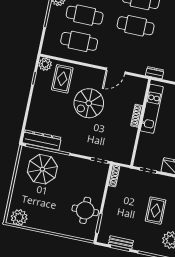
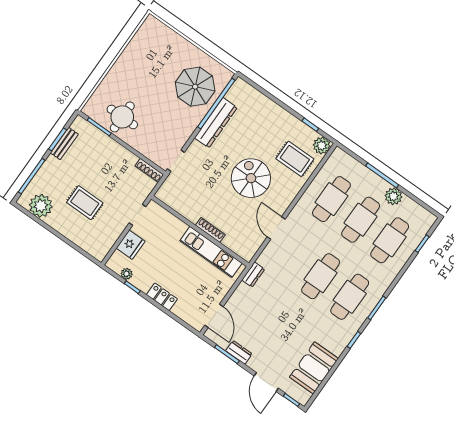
dresser: (42, 140) -> (216, 123), moved
plant: (19, 217) -> (149, 33), removed

